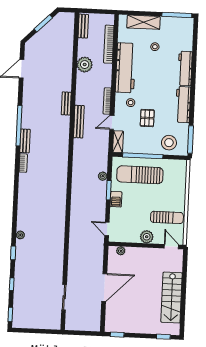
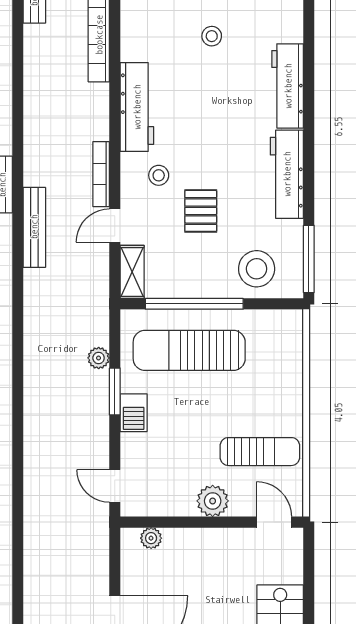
plant: (85, 65) -> (42, 87), removed
workbench: (126, 68) -> (137, 107), width x0.73, depth x0.76

